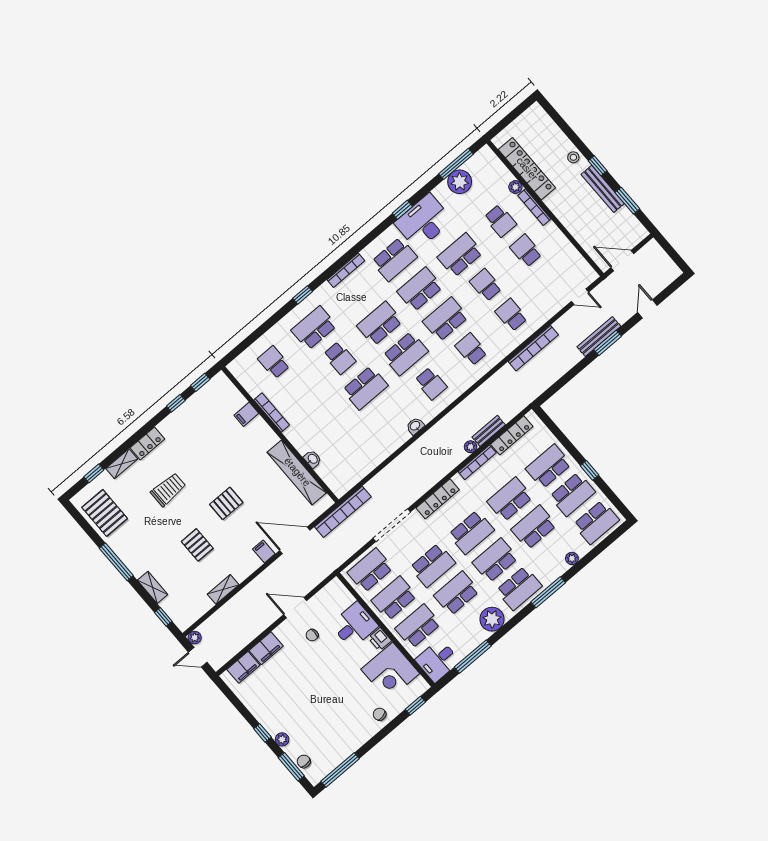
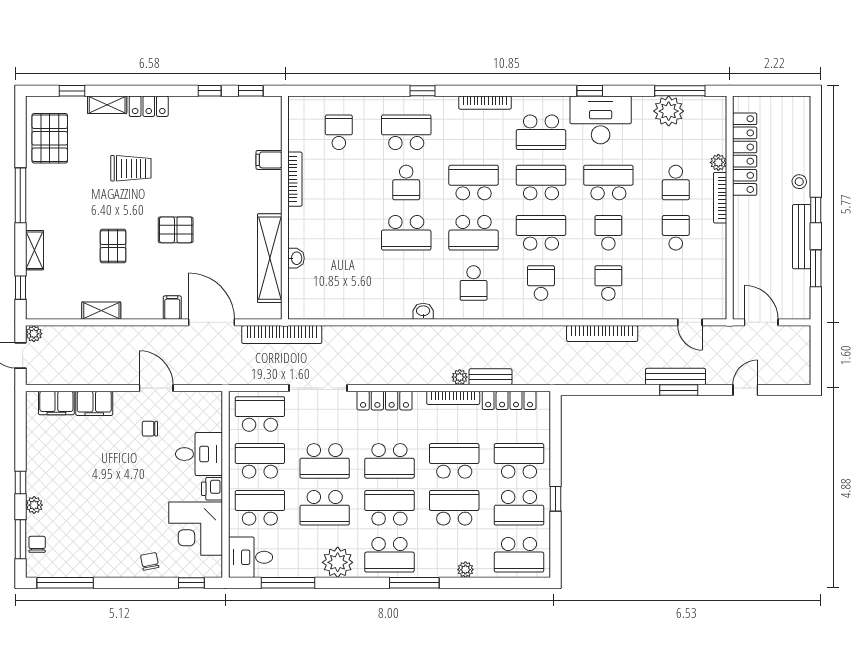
school desk: (457, 593) -> (325, 508), turned 180

